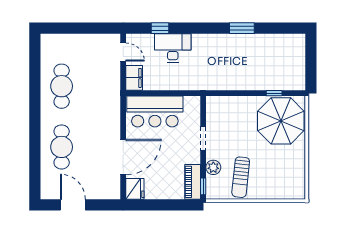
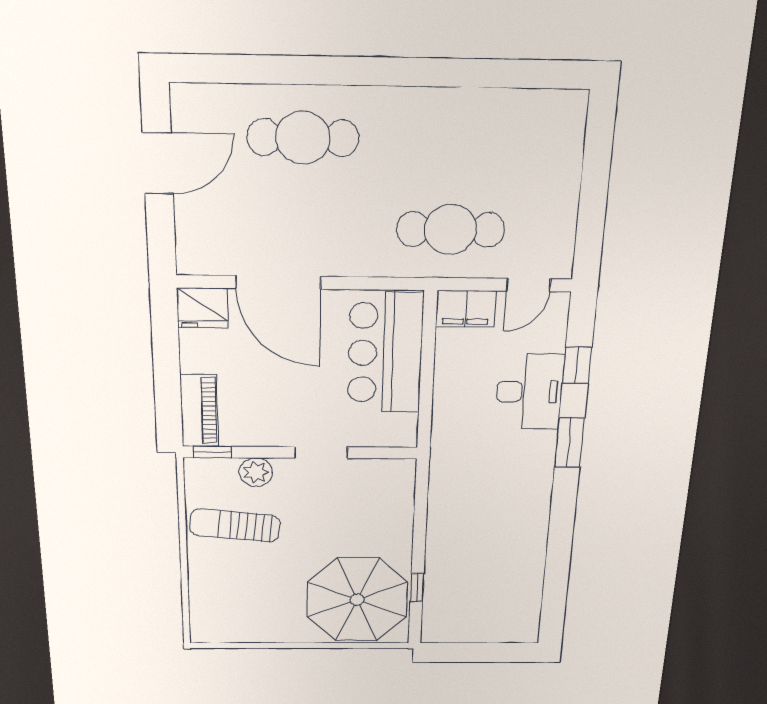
window: (242, 28) -> (569, 442), moved
cafe table: (62, 86) -> (450, 229), moved
piano: (193, 182) -> (199, 411), moved, turned 90

